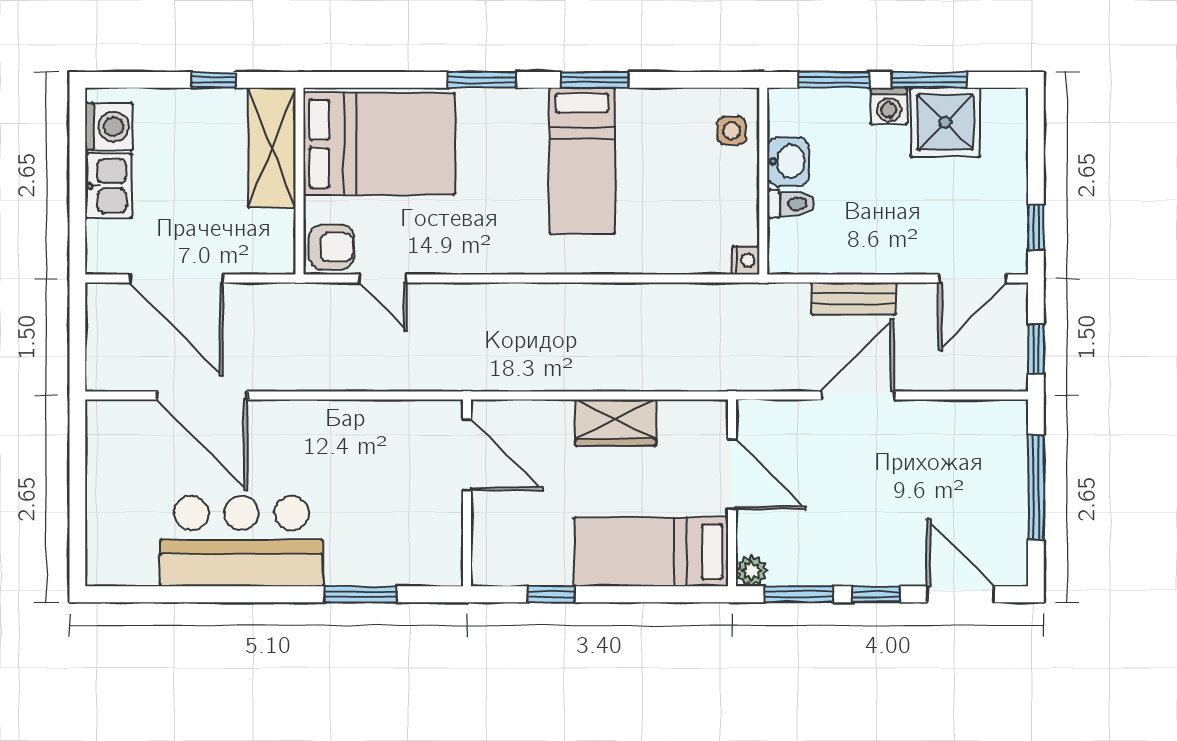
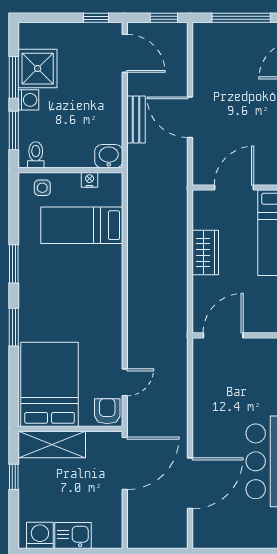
bed: (582, 161) -> (82, 225), moved, turned 180
washbasin: (788, 161) -> (109, 156), moved
toilet: (791, 204) -> (36, 155), moved
nightstand: (746, 260) -> (90, 180), moved
door: (176, 279) -> (125, 463), moved

